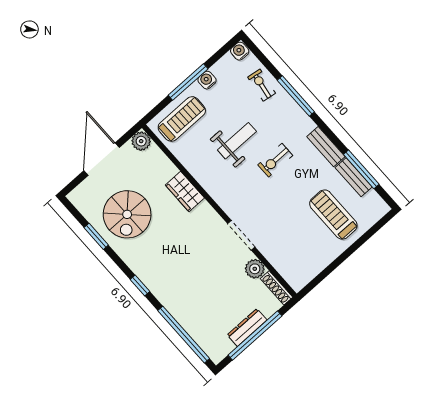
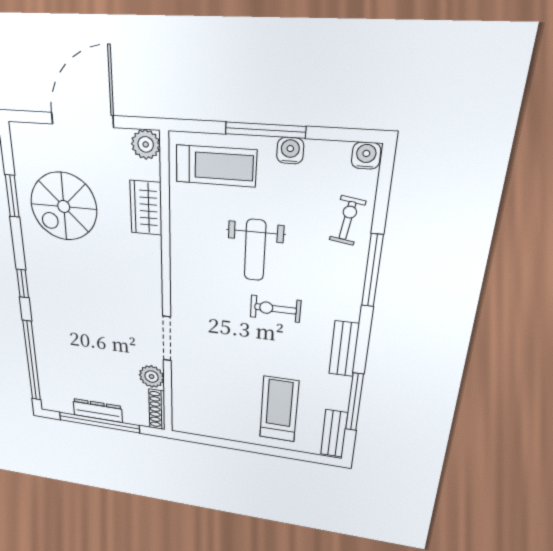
weight bench: (237, 141) -> (255, 250), turned 90
bench: (354, 177) -> (334, 433), moved
wardrobe: (185, 192) -> (146, 208), moved

